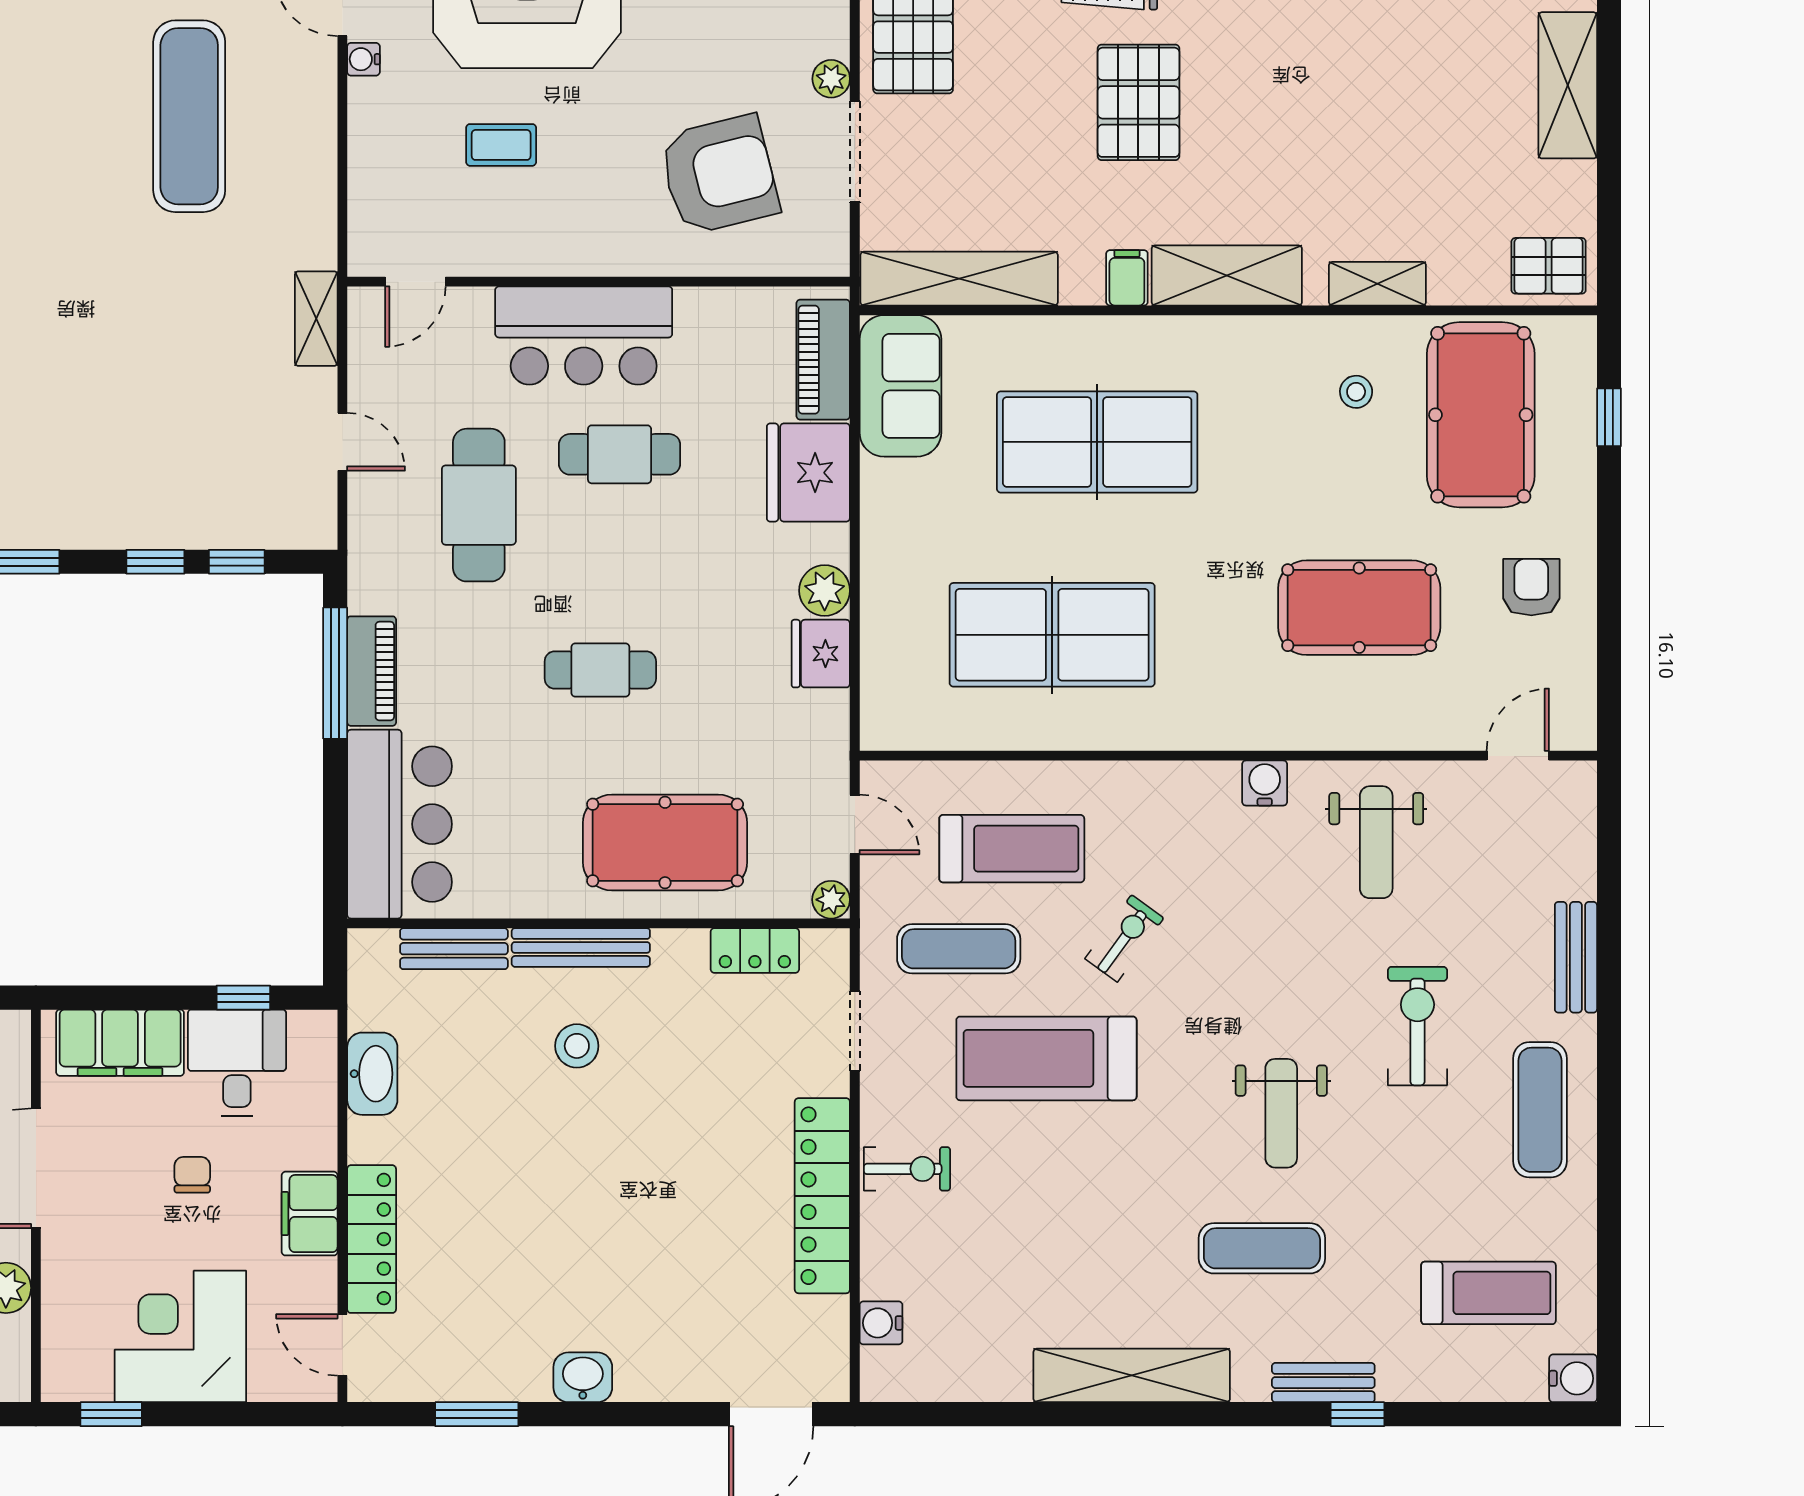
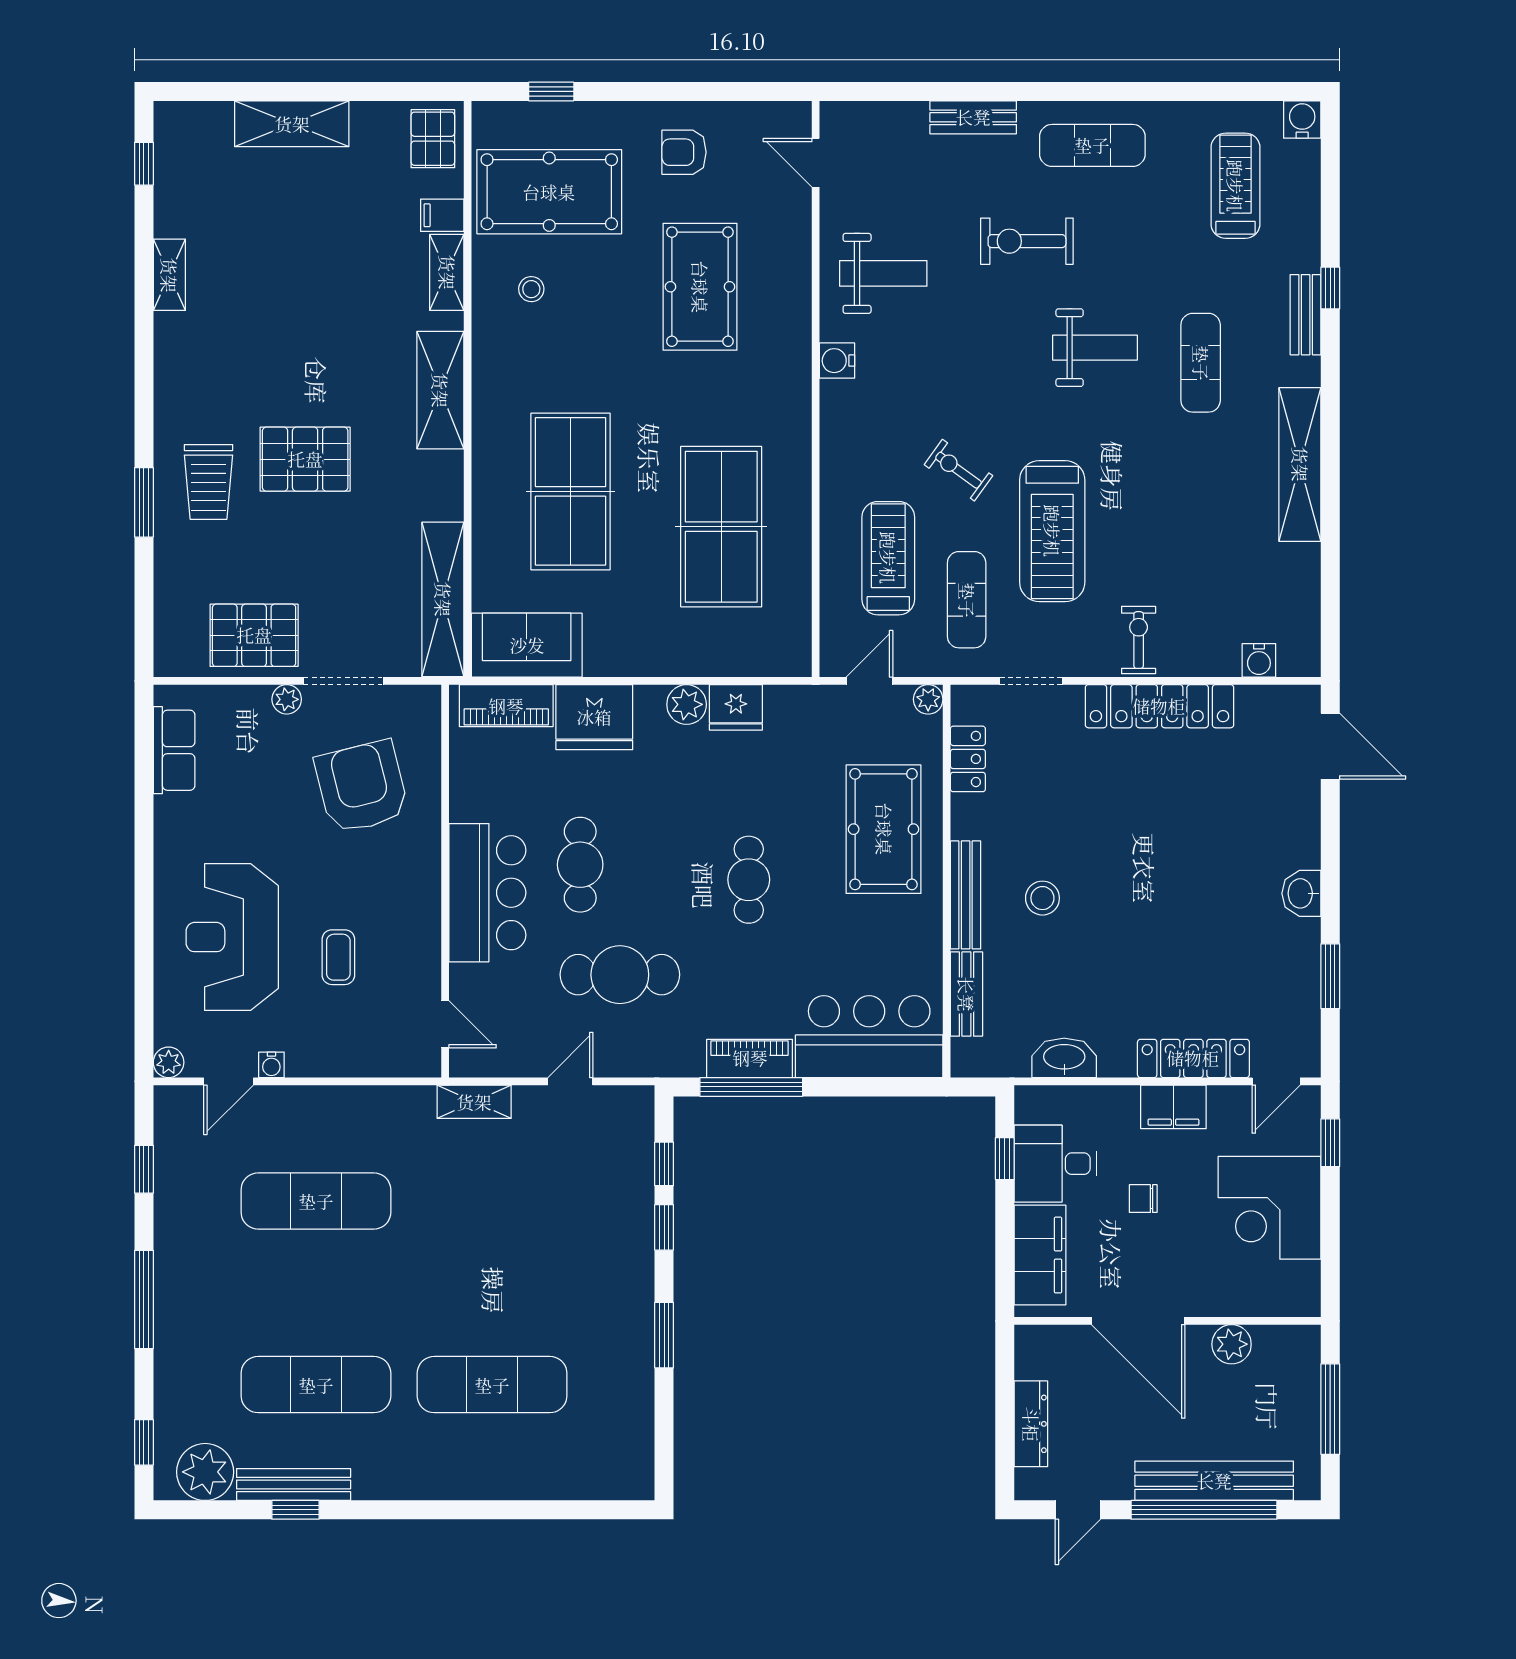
filing cabinet: (1127, 278) -> (442, 215), moved
window: (111, 1414) -> (1330, 1143), moved

